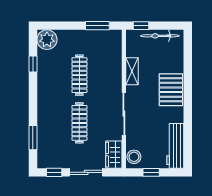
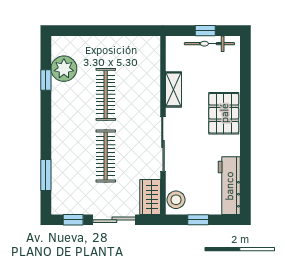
window: (97, 26) -> (129, 31), removed
window: (141, 26) -> (205, 31), moved
plant: (47, 40) -> (64, 69), moved

